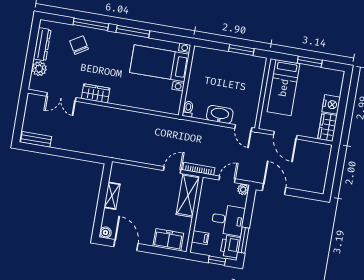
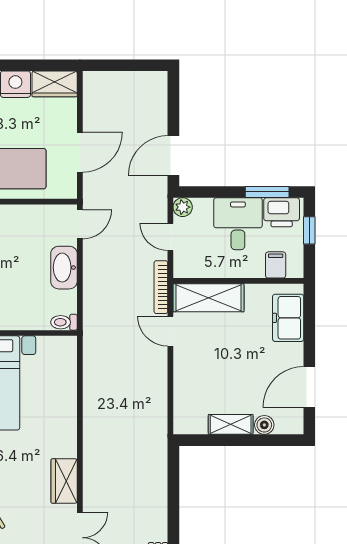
boiler: (105, 233) -> (264, 425), moved

